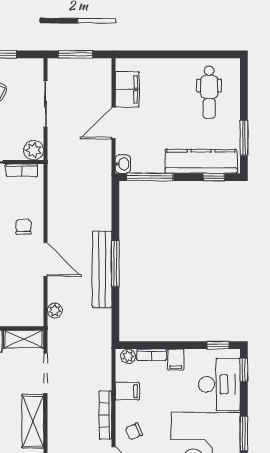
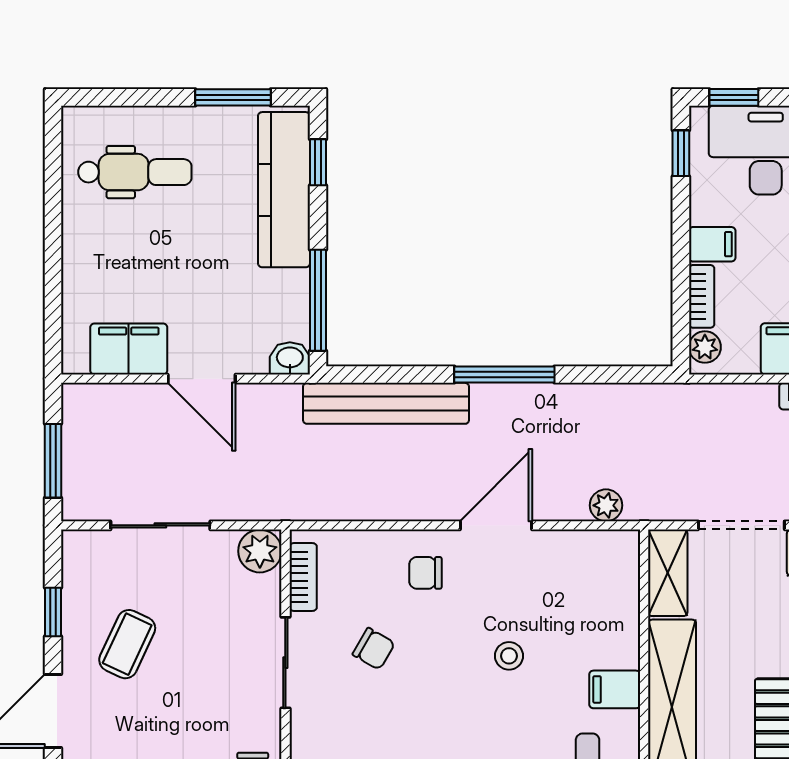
bench: (102, 269) -> (386, 403), moved

